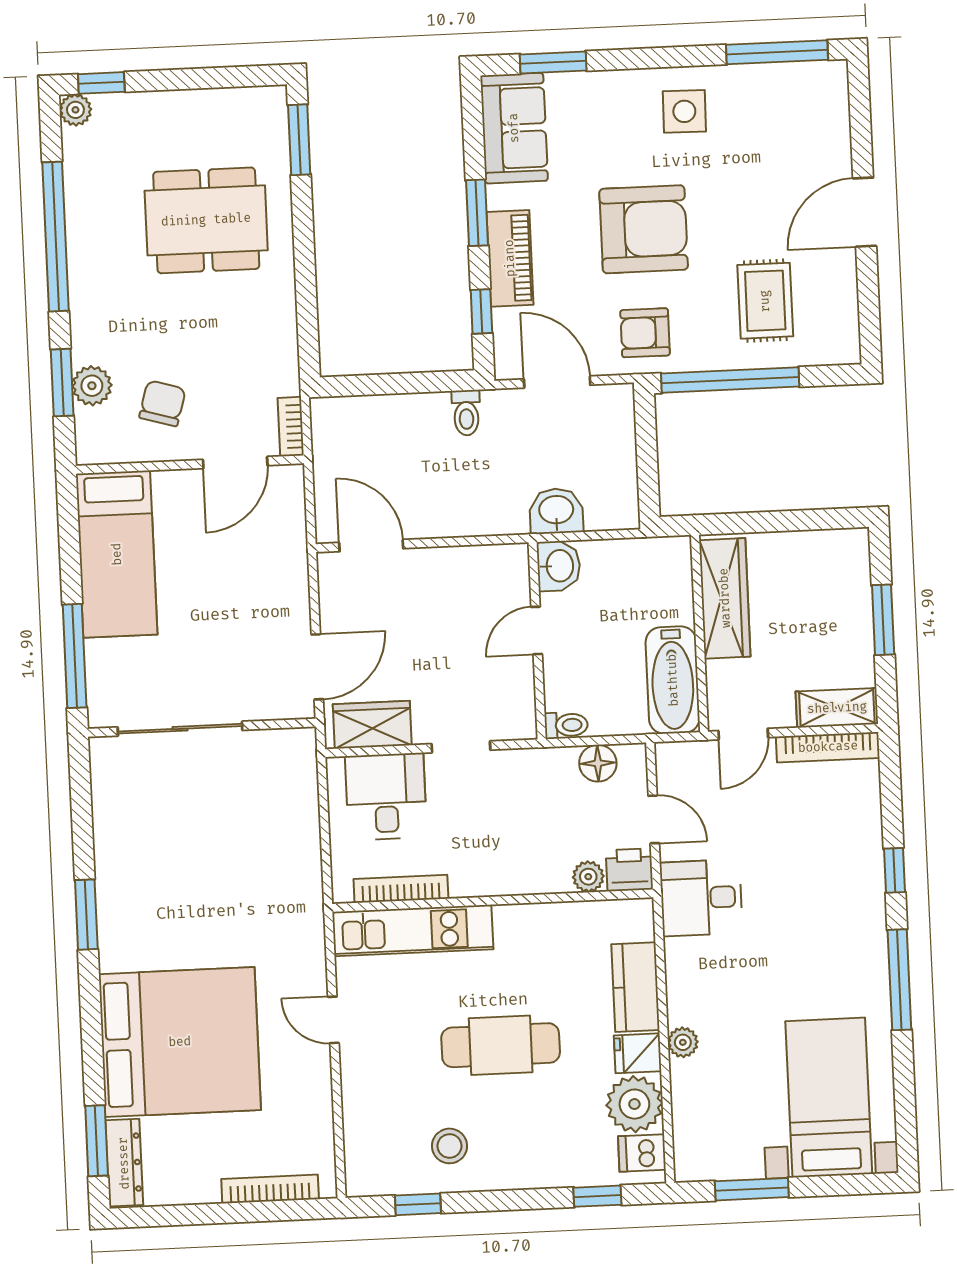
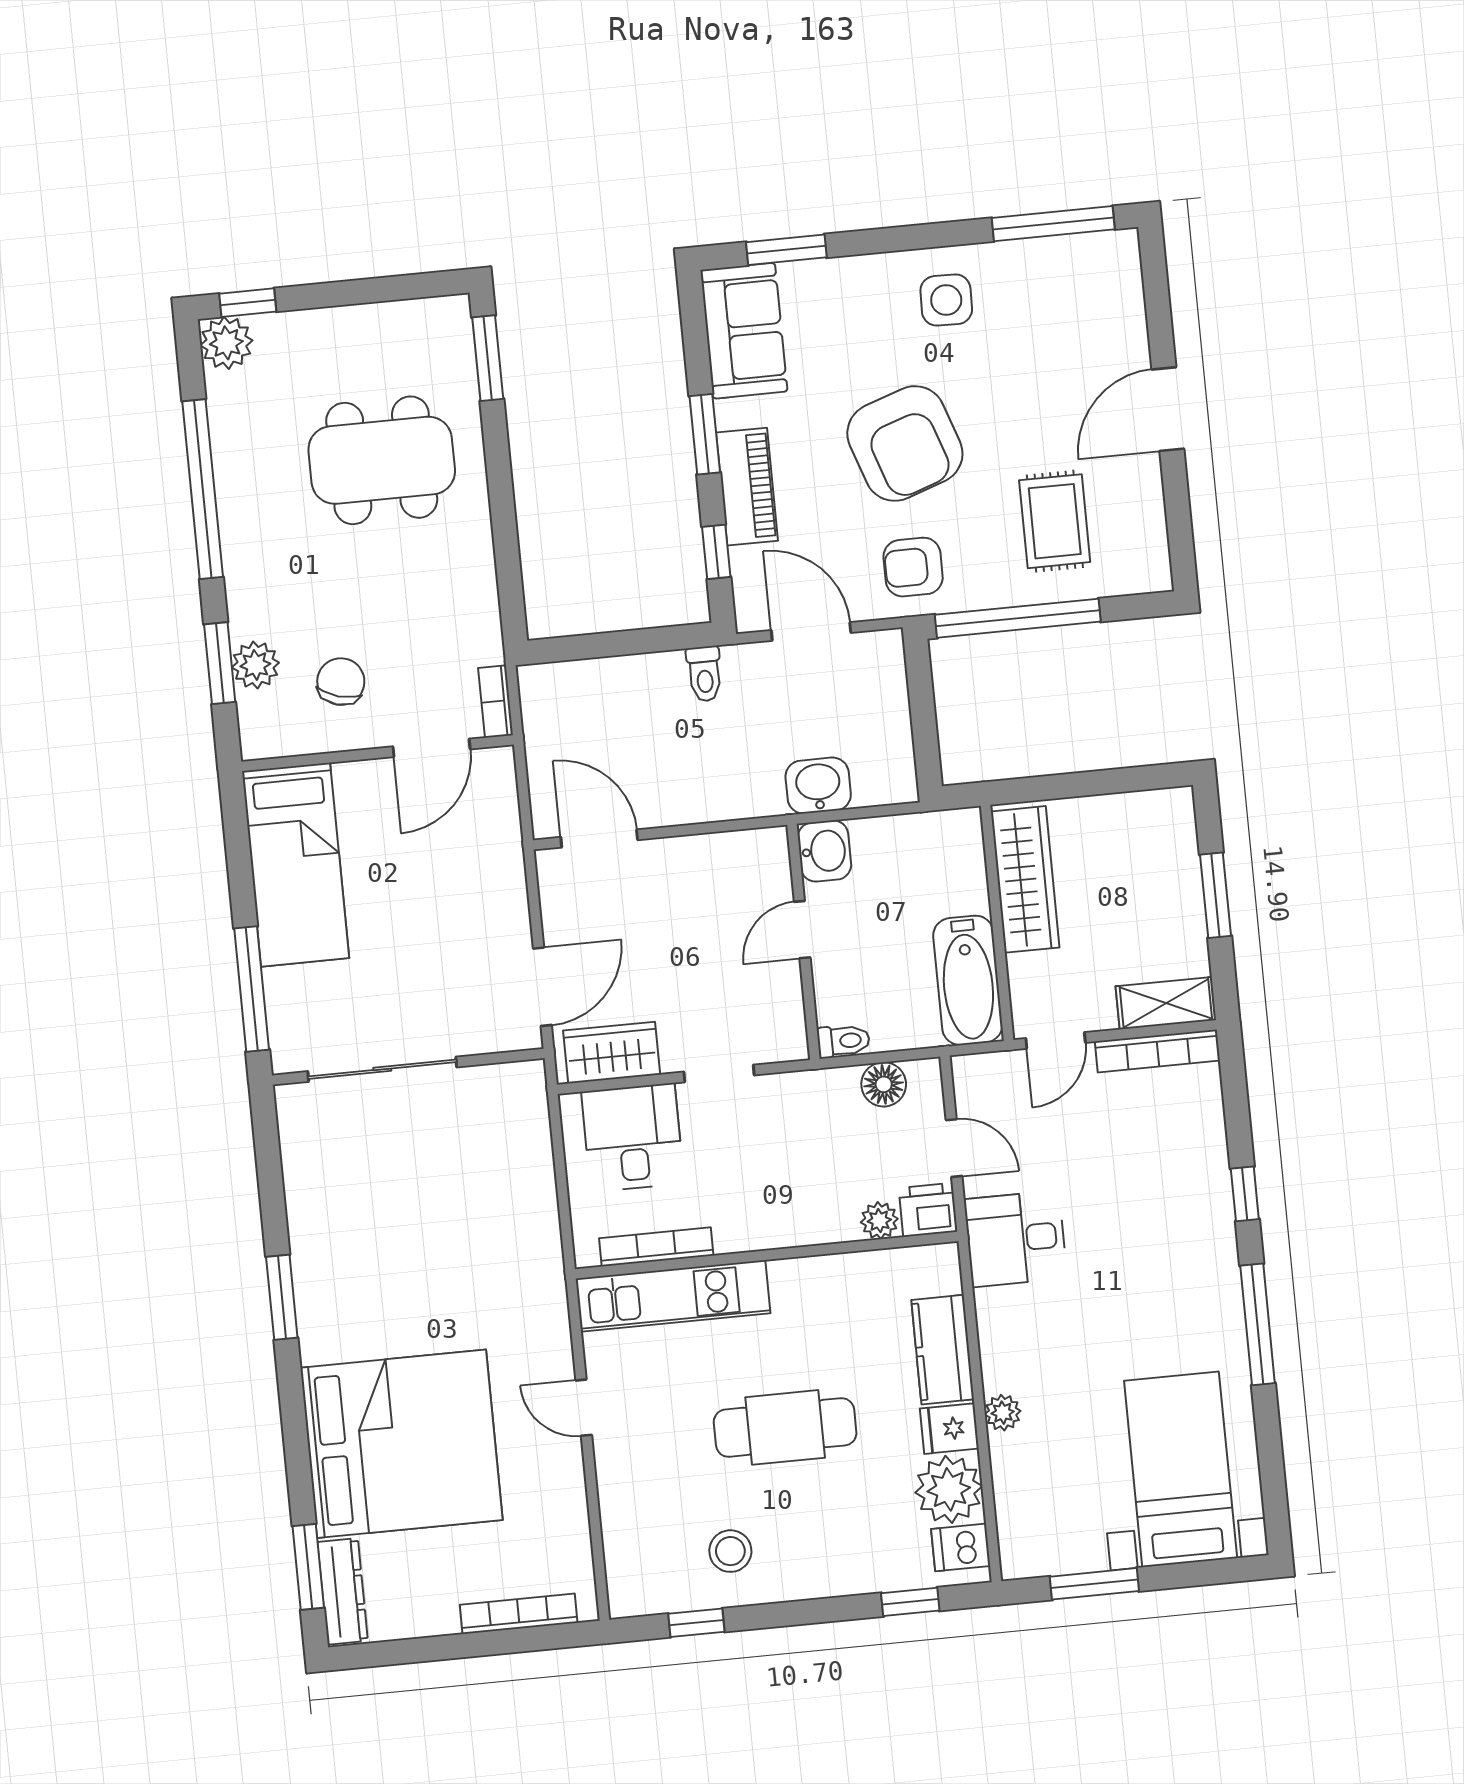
plant: (75, 110) -> (226, 343), width x1.38, depth x1.38
armchair: (644, 229) -> (905, 443), turned 71

